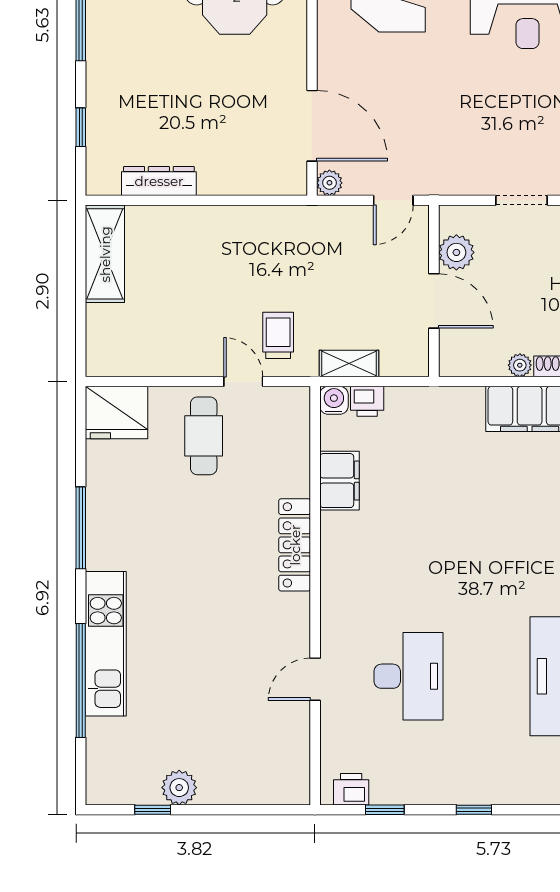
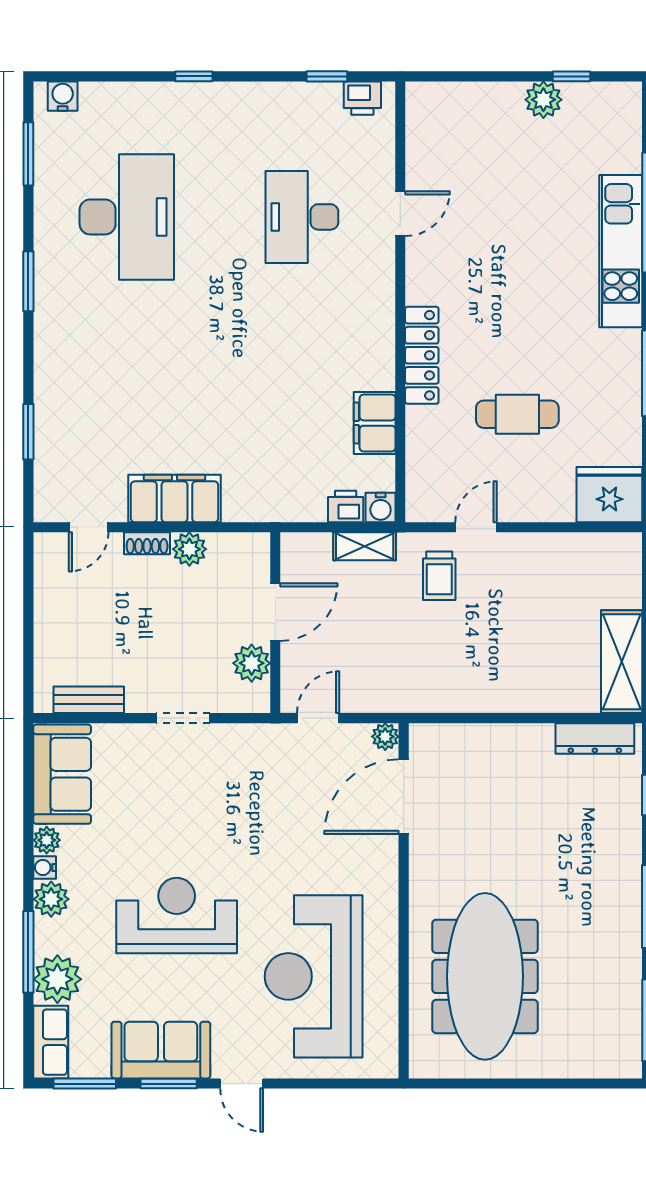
door: (312, 126) -> (404, 797), hinge flipped
dresser: (159, 181) -> (595, 738), moved
door: (434, 301) -> (275, 612), swing flipped
plant: (520, 365) -> (189, 549), width x1.38, depth x1.38
door: (243, 382) -> (476, 527), swing flipped
cafe table: (204, 436) -> (517, 414), moved, turned 90
window: (474, 810) -> (194, 76), moved

